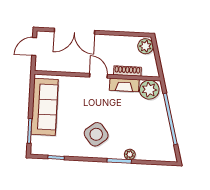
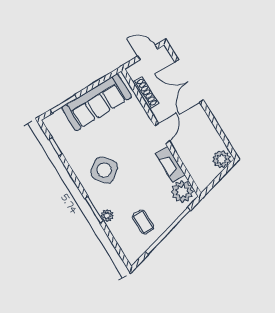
shoe rack: (127, 71) -> (146, 93), moved
coffee table: (152, 132) -> (143, 222), added

